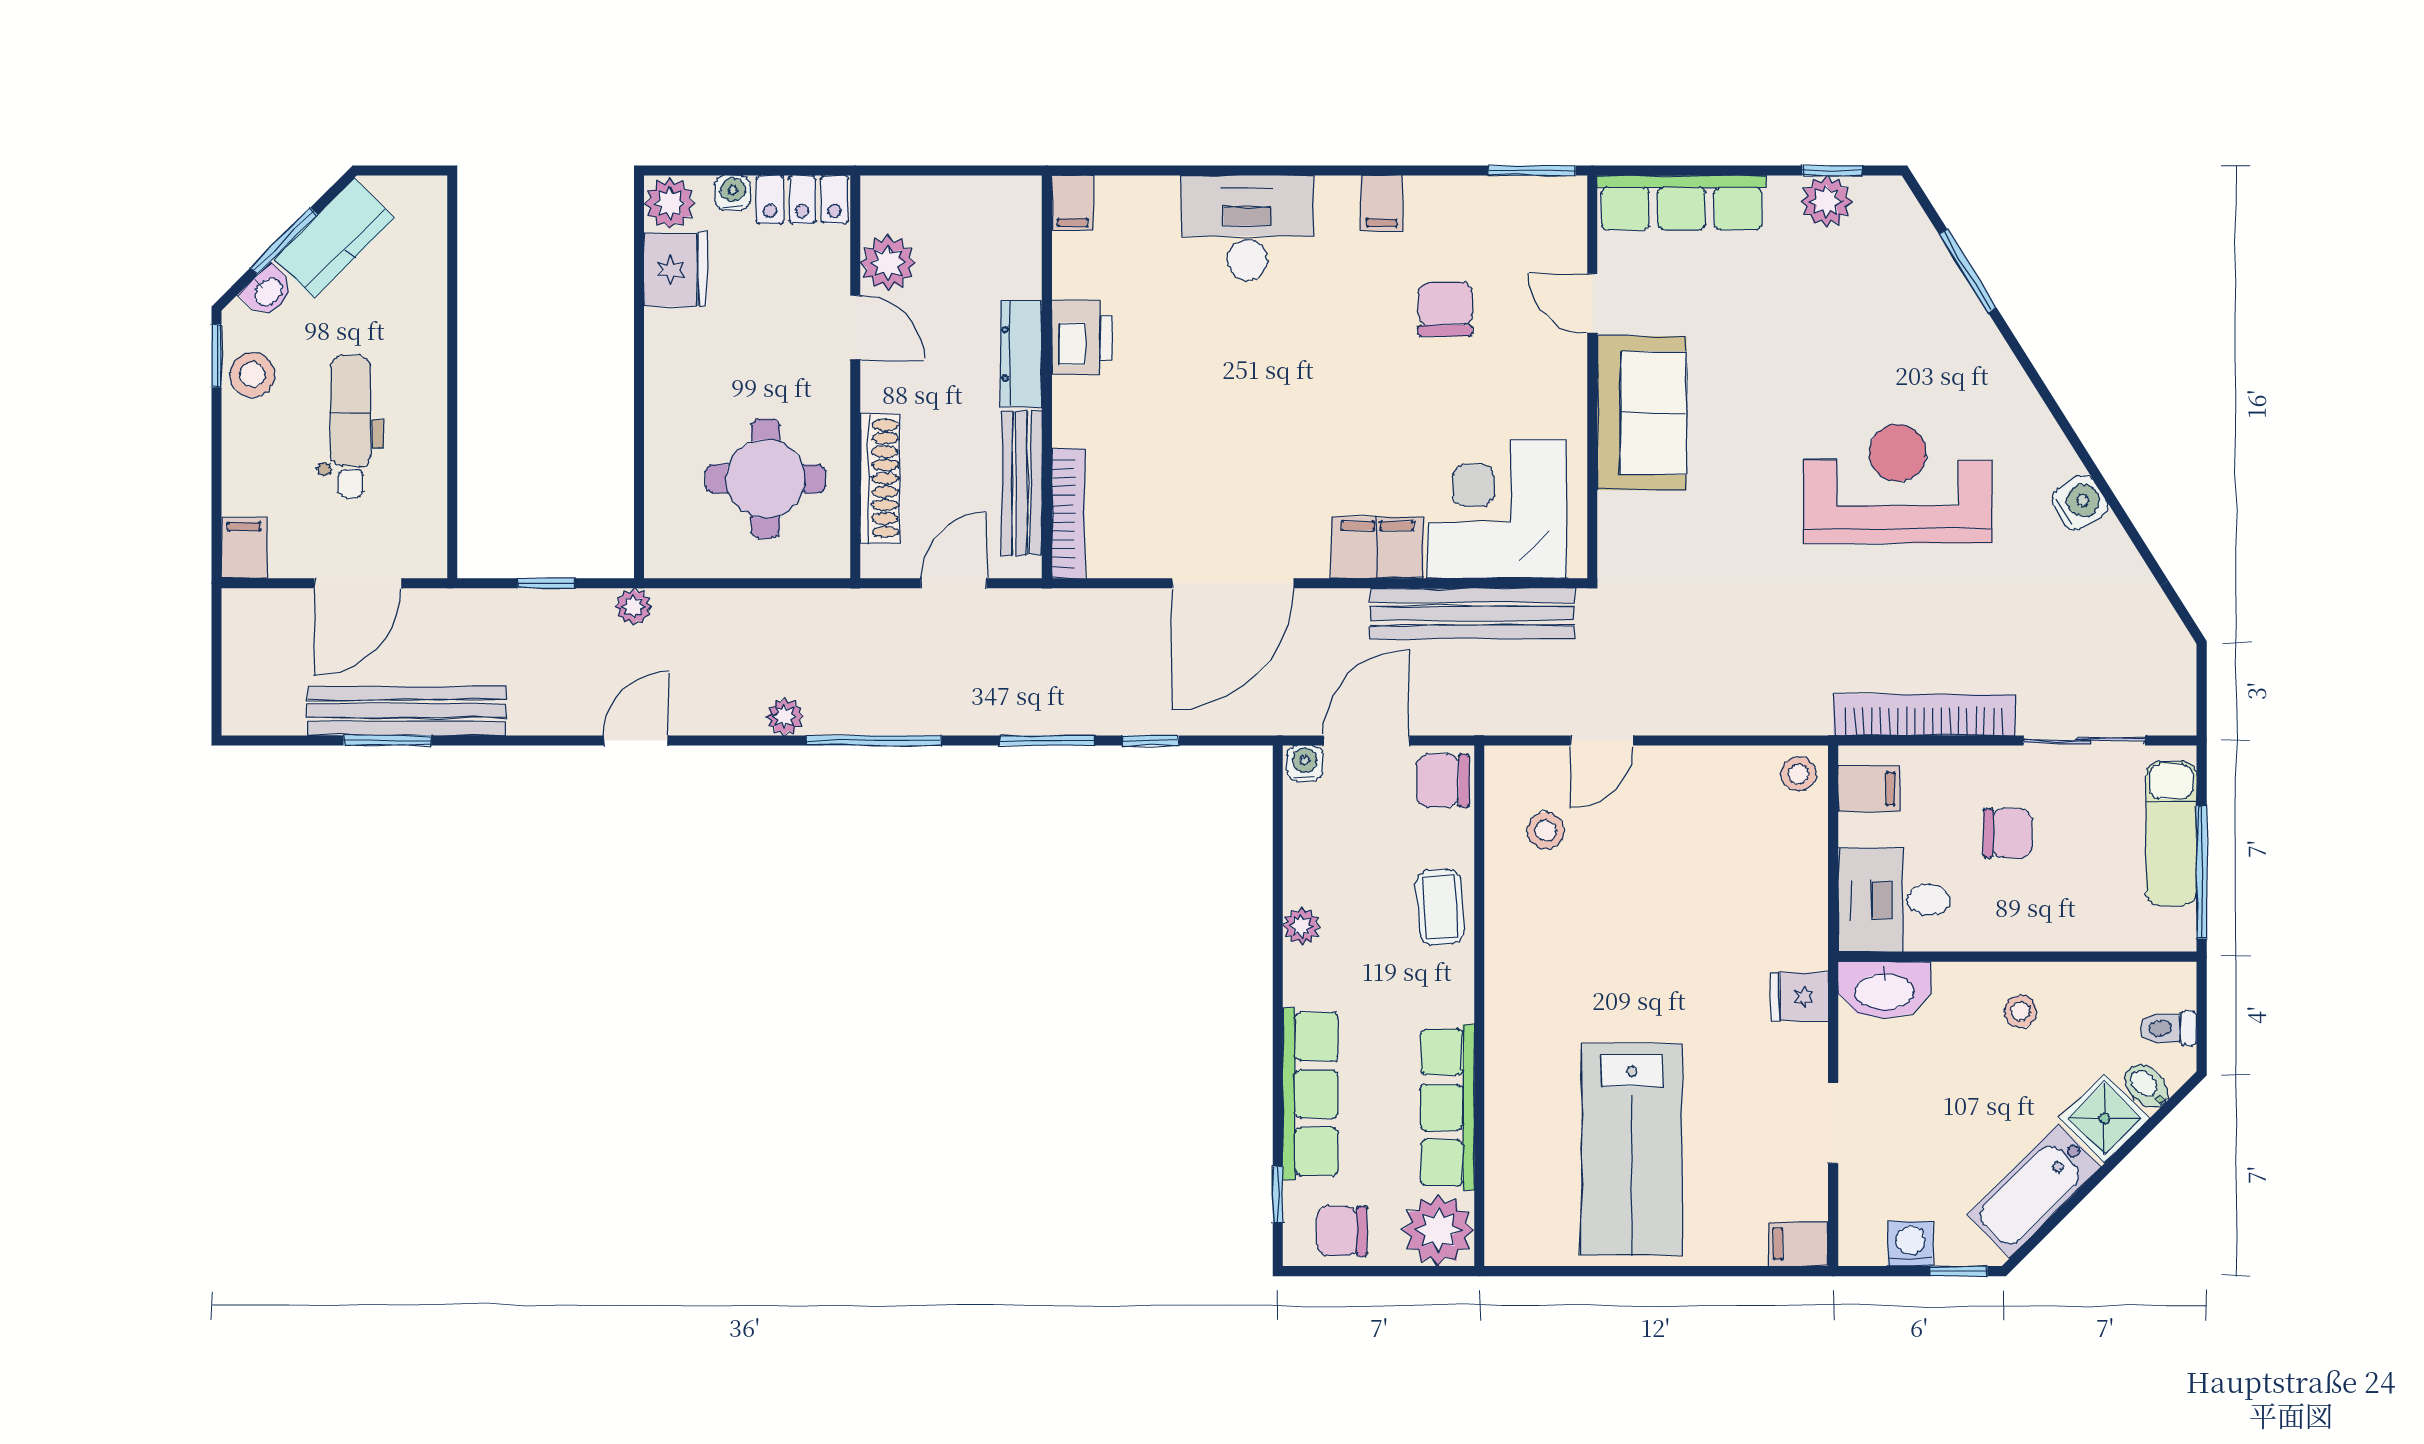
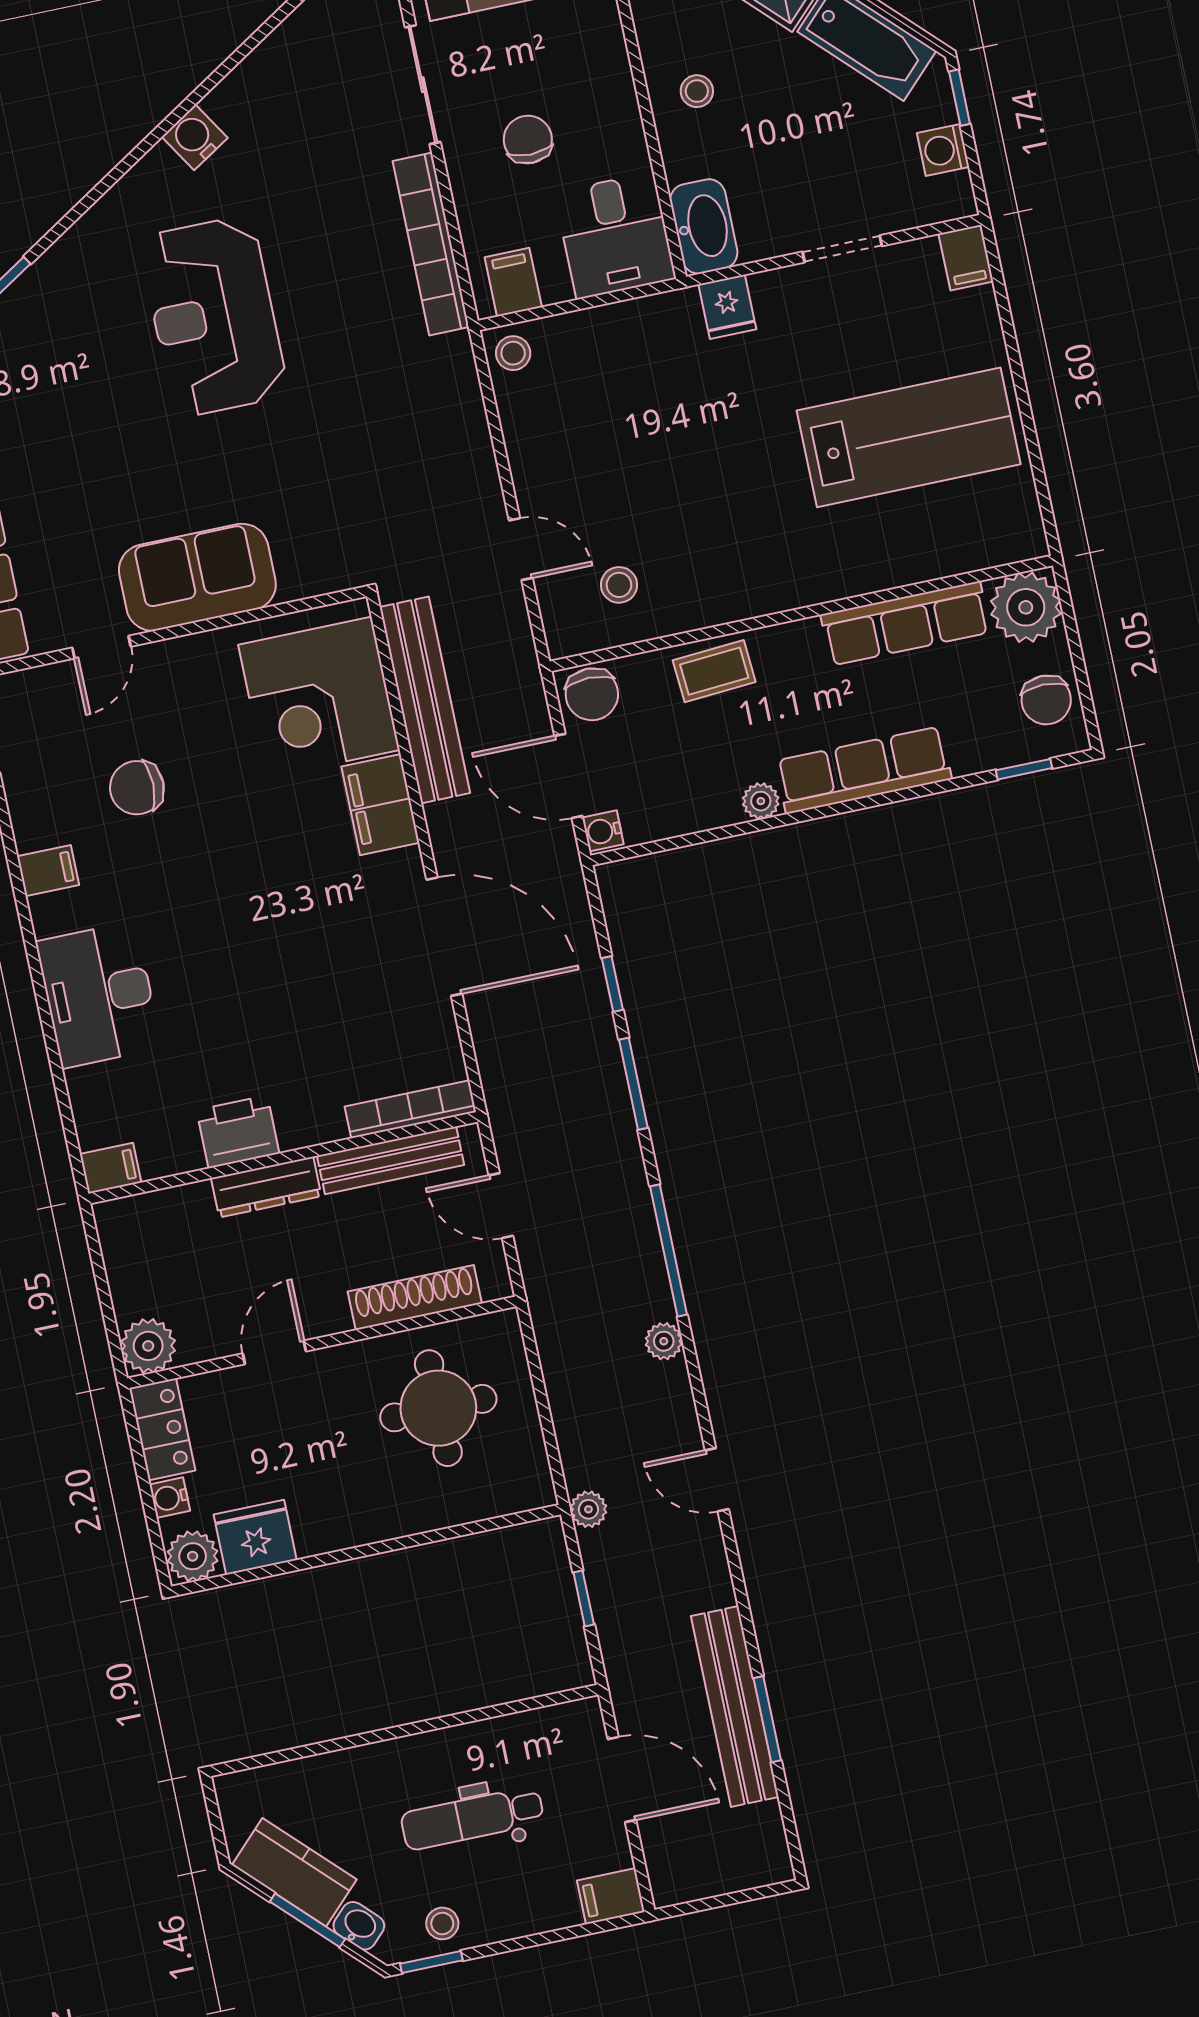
plant: (888, 263) -> (148, 1346), moved
stool: (252, 375) -> (442, 1923), width x0.73, depth x0.73
row of seats: (1311, 1094) -> (863, 770), moved

